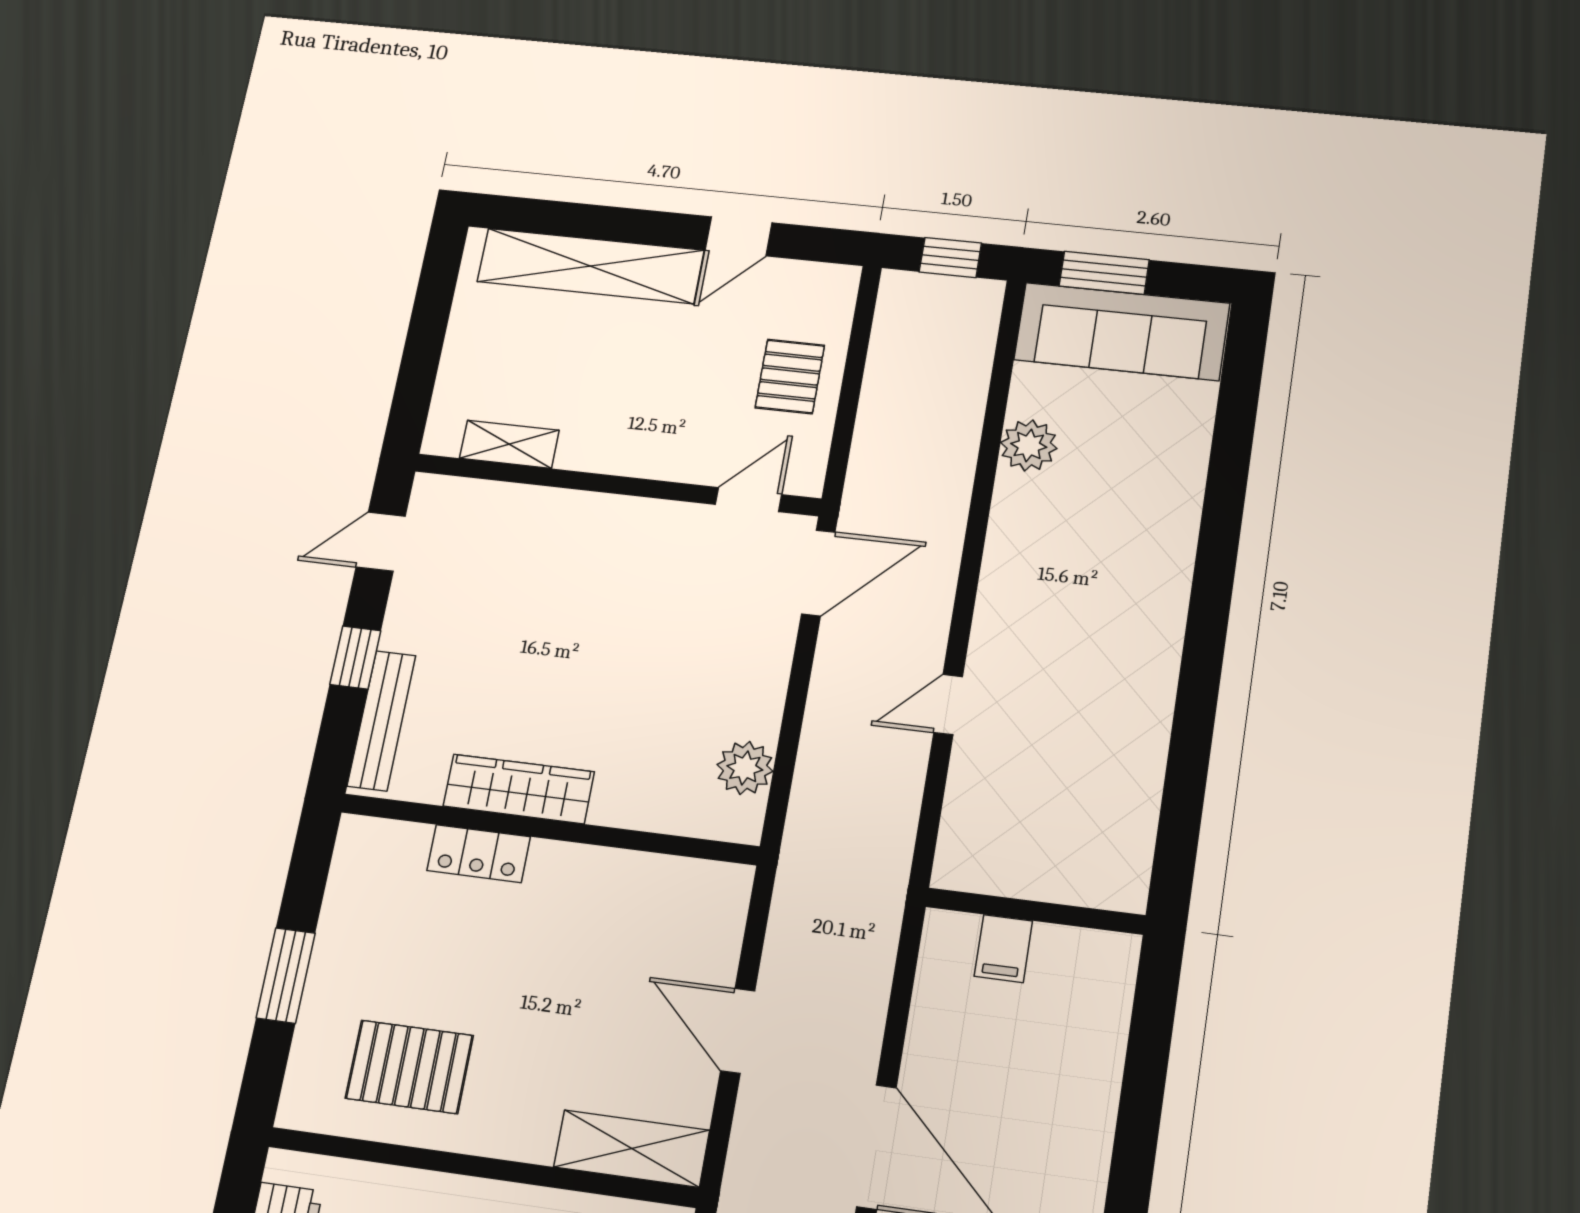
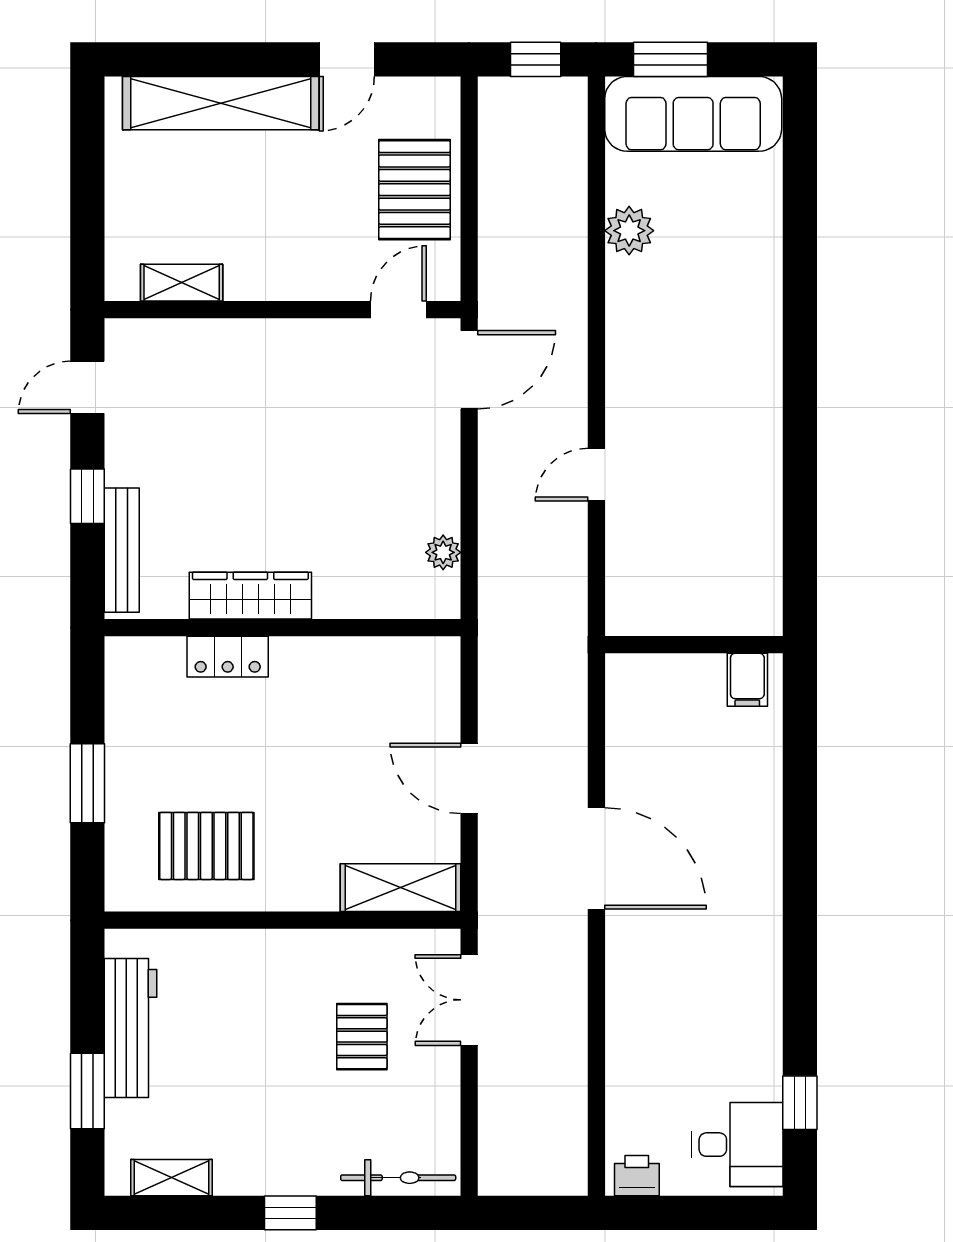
pallet: (790, 377) -> (415, 190), width x1.50, depth x1.42
plant: (745, 768) -> (443, 552), width x0.73, depth x0.73
filing cabinet: (1003, 949) -> (747, 680), moved

